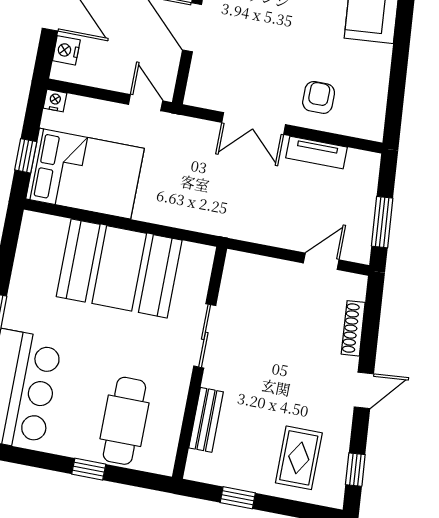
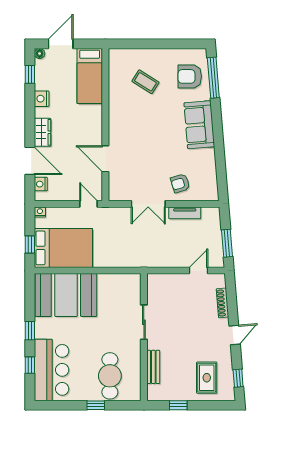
armchair: (319, 97) -> (180, 183), turned -107
booth: (119, 268) -> (66, 295), moved

